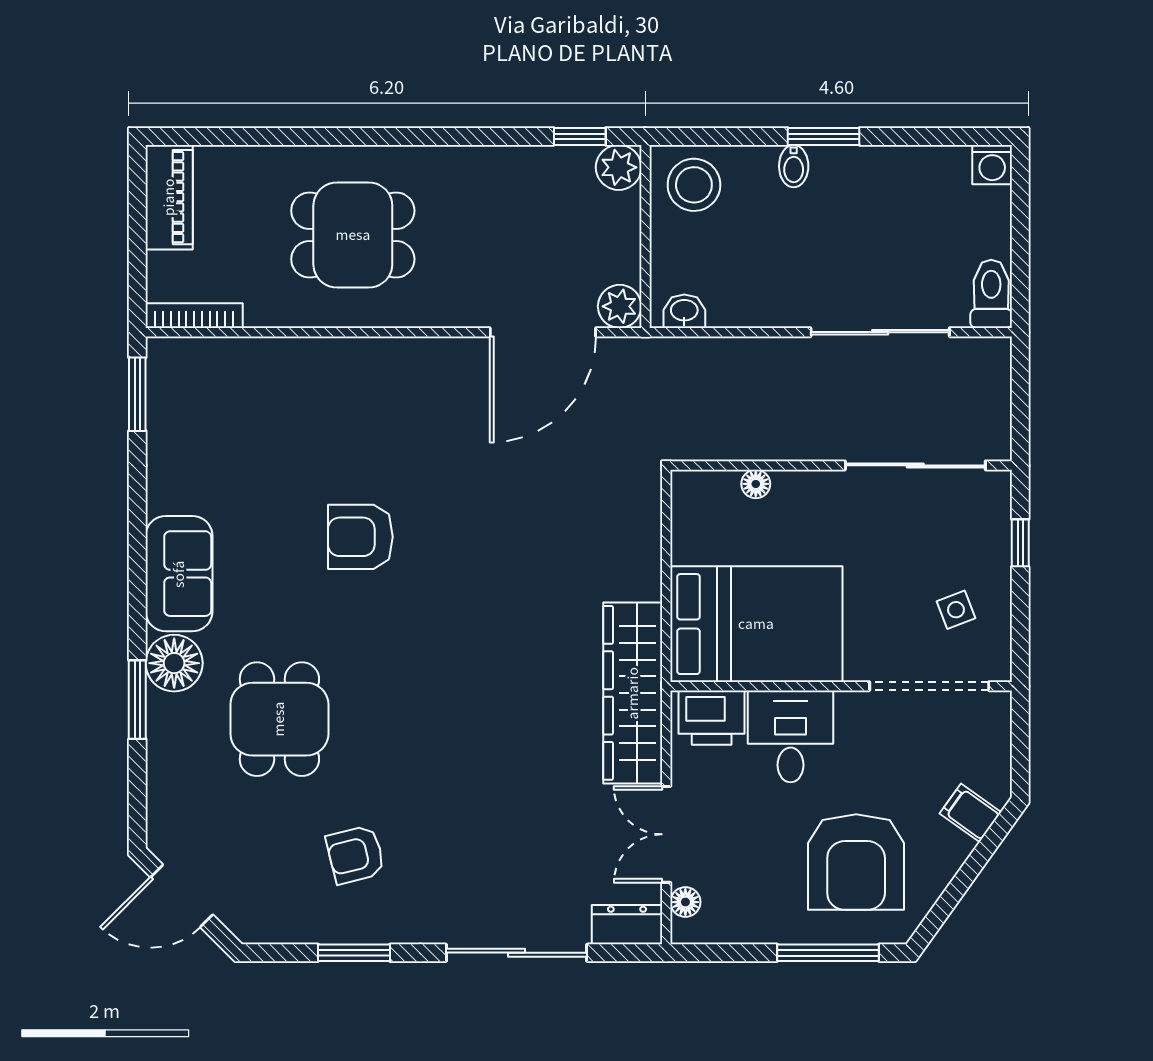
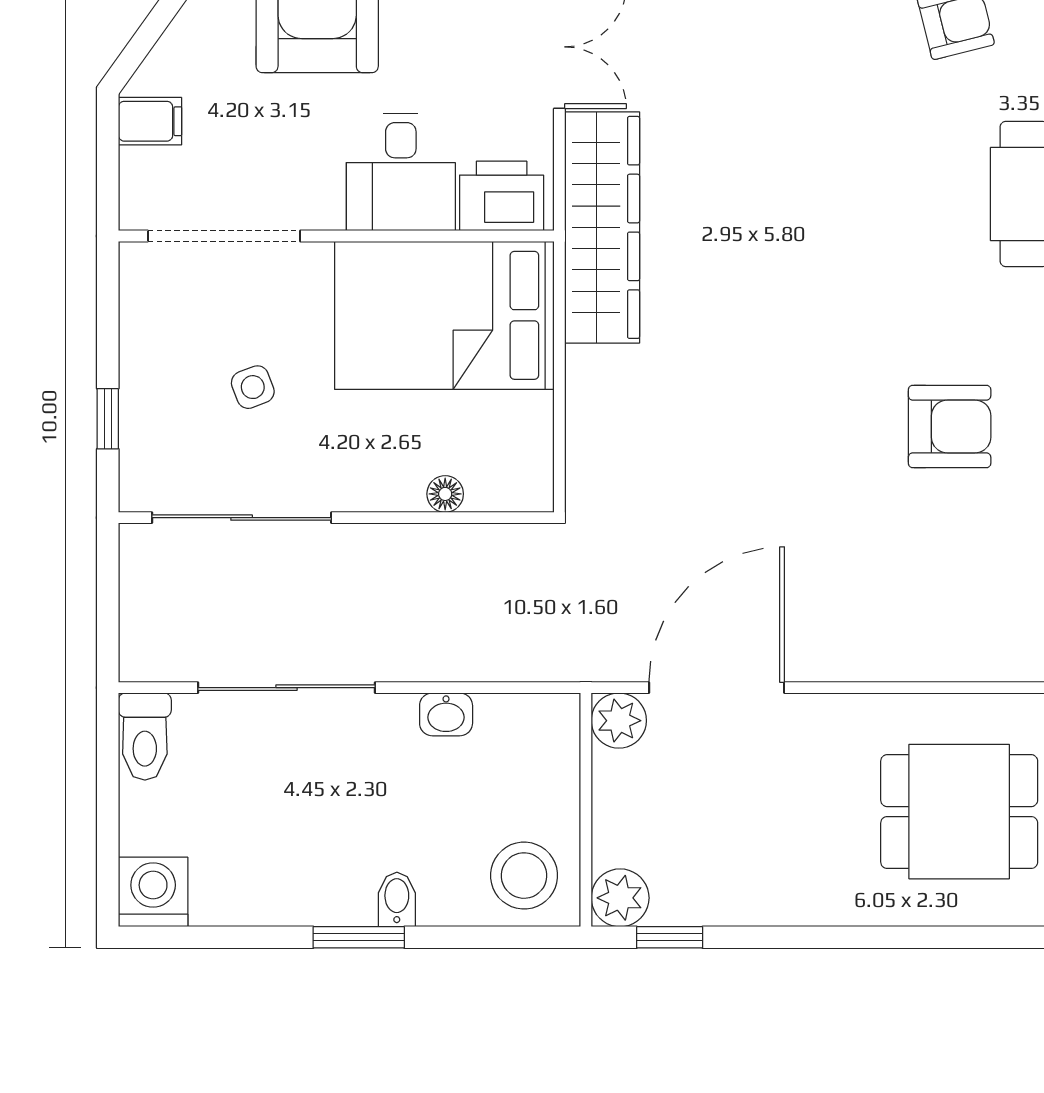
washing machine: (992, 165) -> (153, 892), width x1.38, depth x1.38
washbasin: (684, 311) -> (446, 714), moved
side table: (956, 610) -> (253, 387), moved
filing cabinet: (970, 813) -> (150, 121), moved, turned -36

